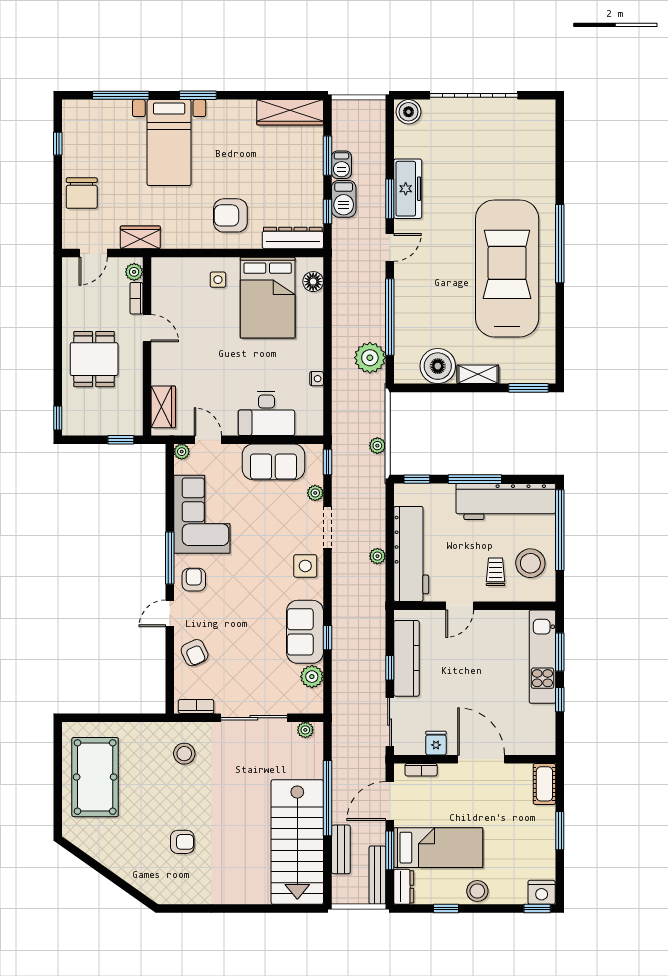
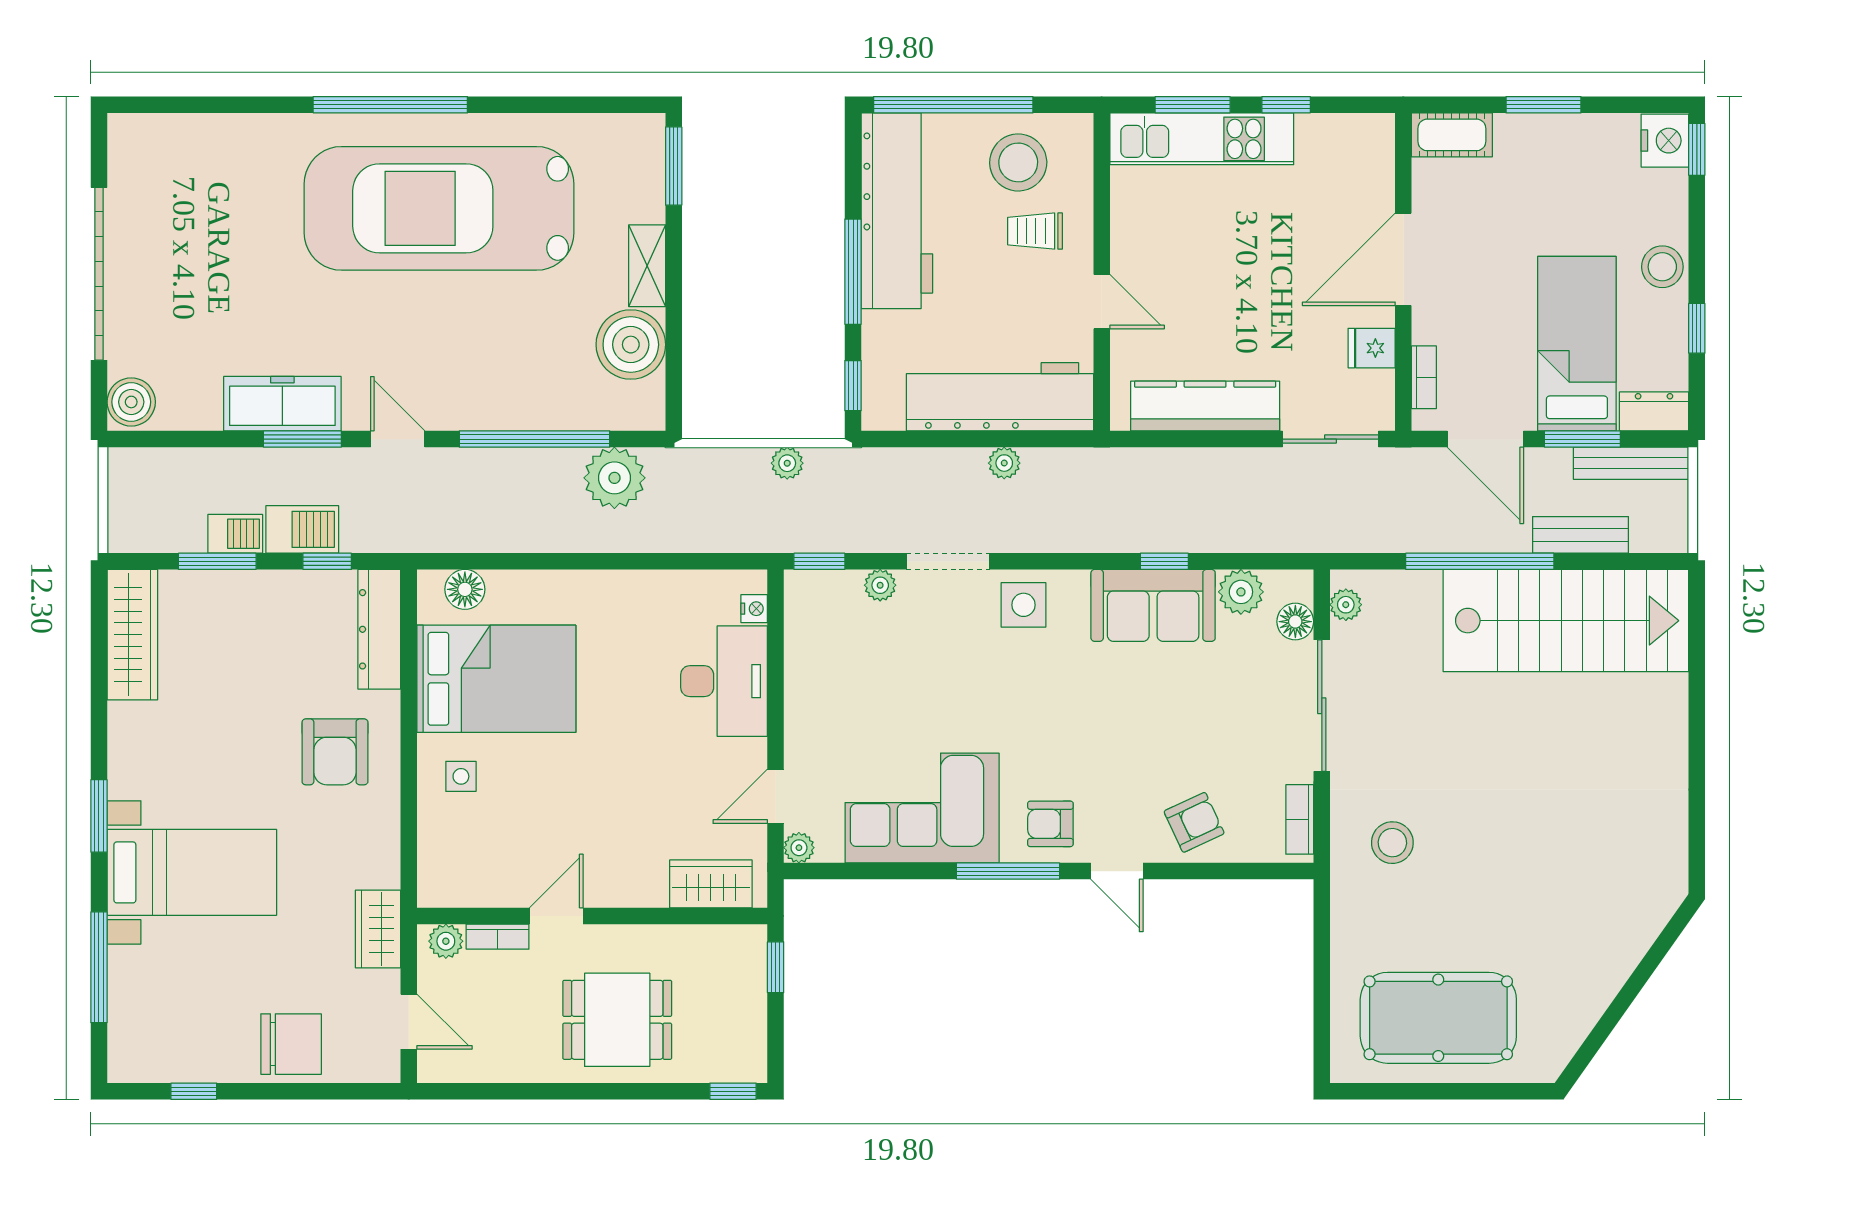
nightstand: (317, 379) -> (754, 609), moved, turned 90
sofa: (273, 462) -> (819, 667), removed
window: (390, 668) -> (1224, 439), removed
floor lamp: (297, 704) -> (1295, 622), added
armchair: (182, 842) -> (1566, 847), removed

